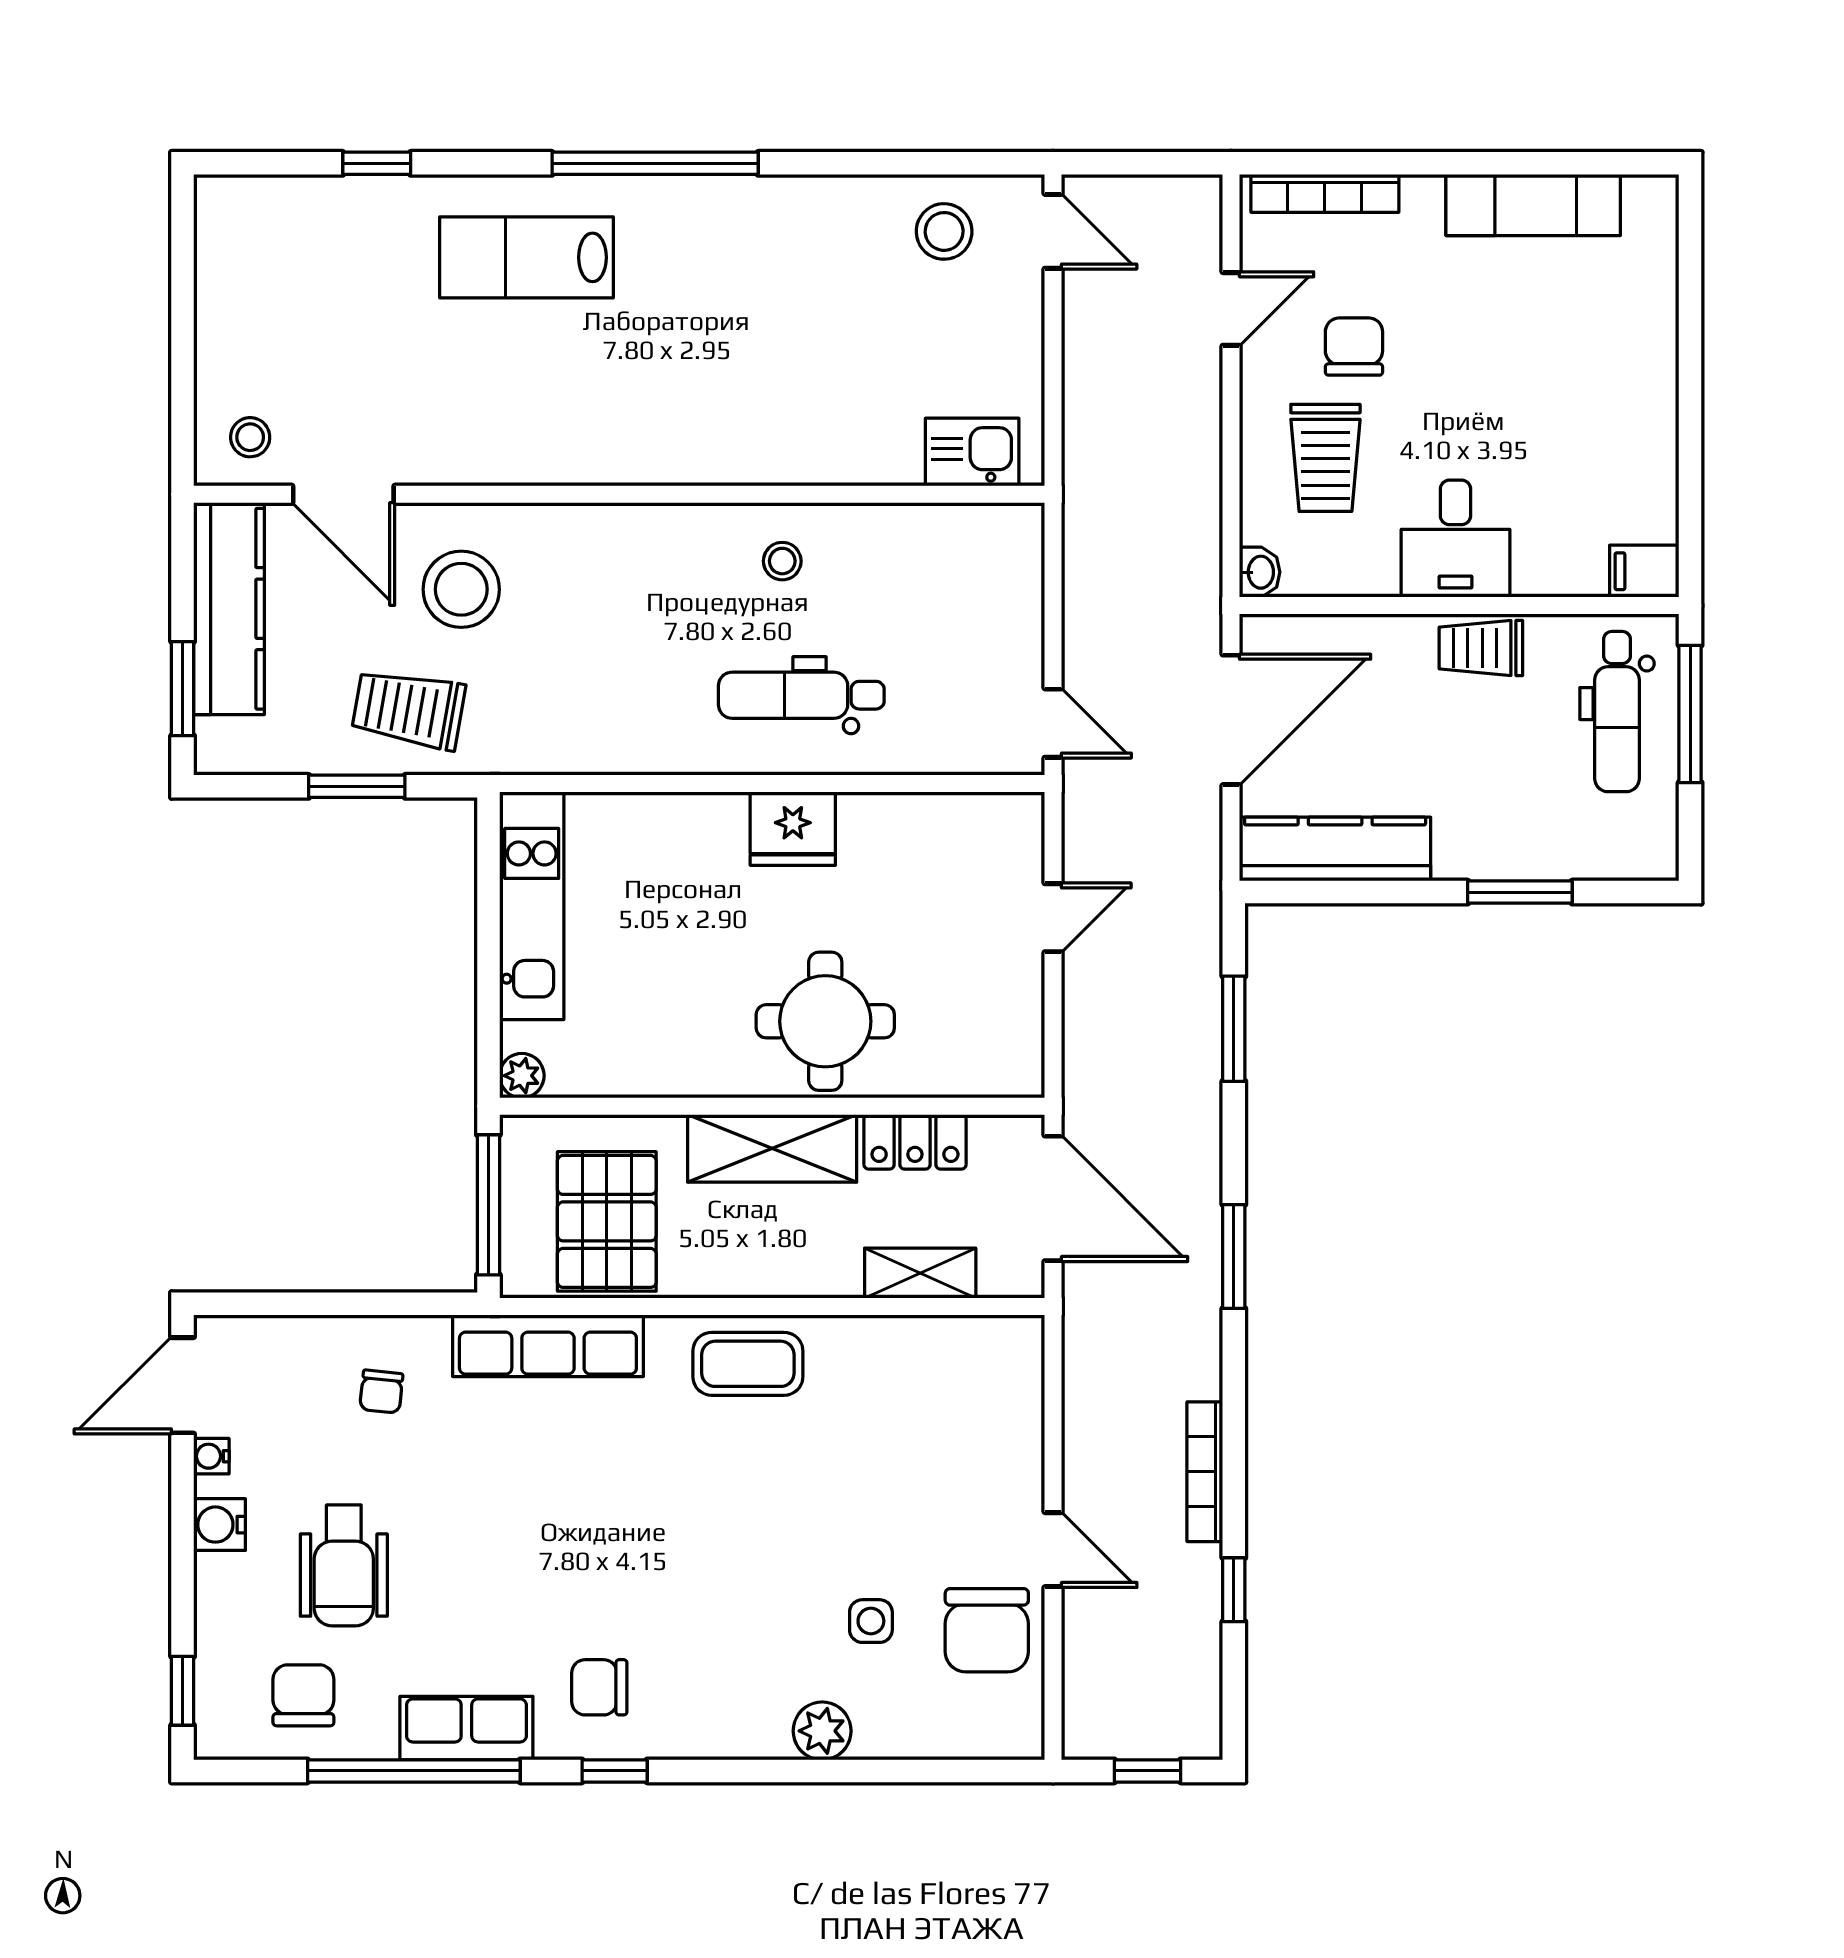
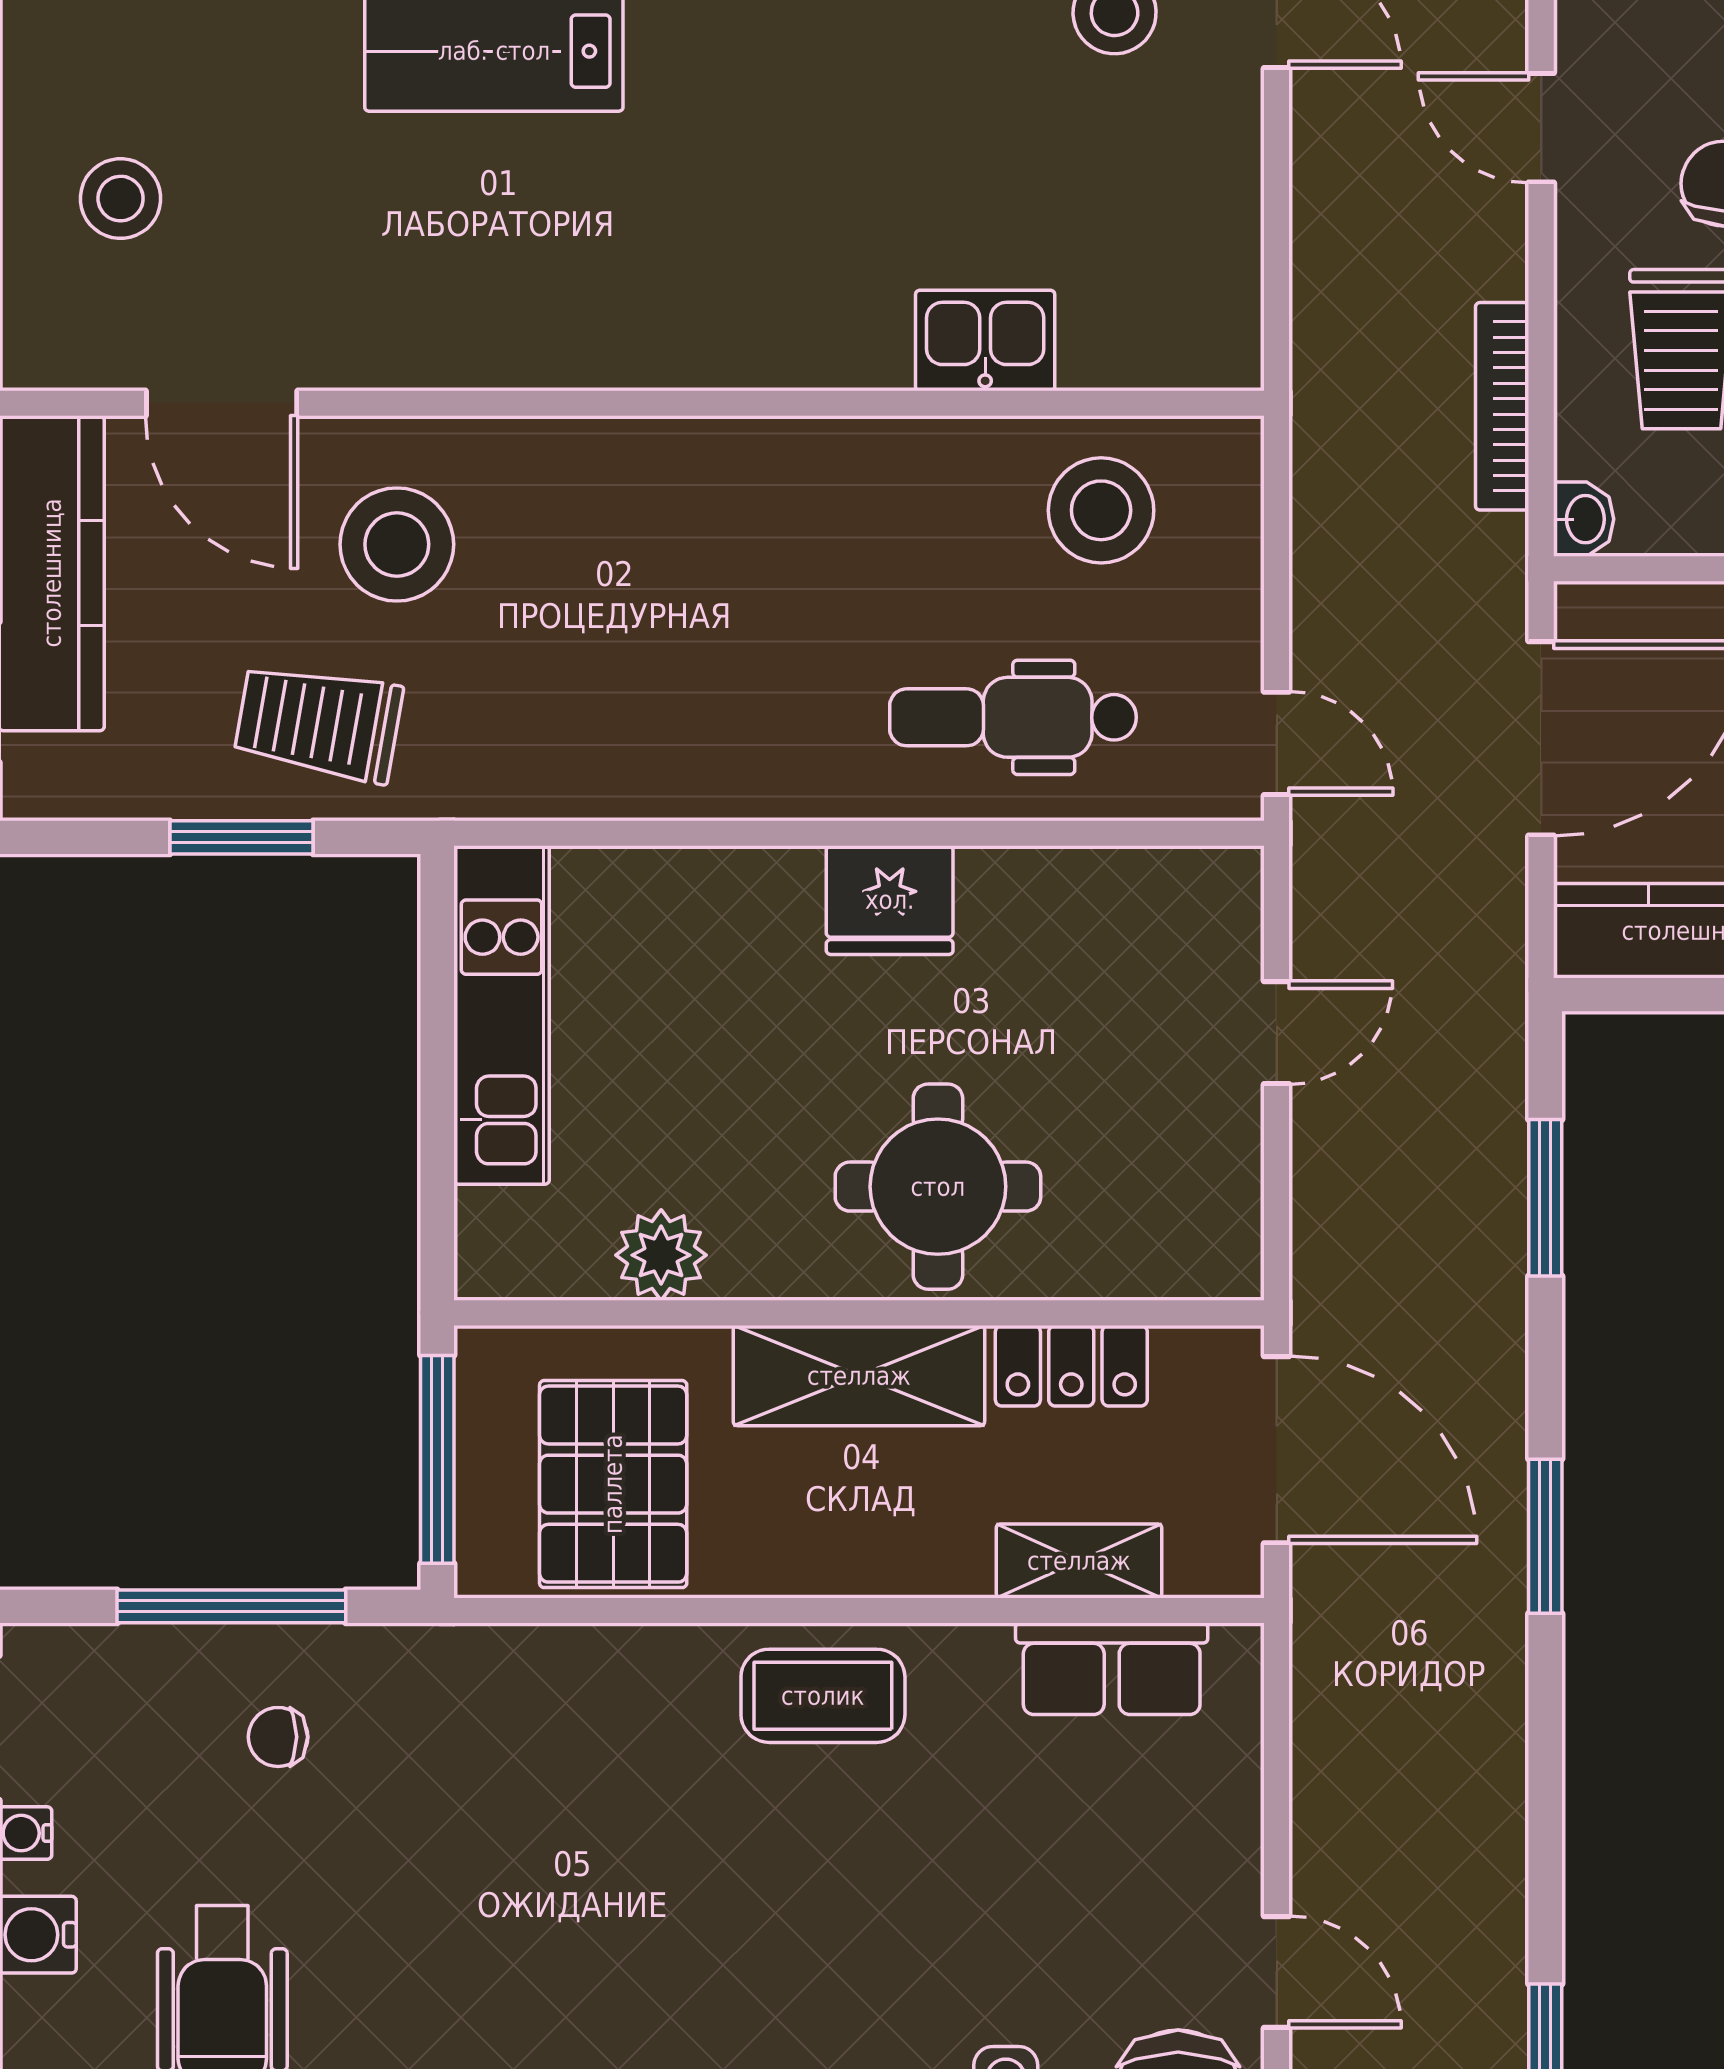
door: (1231, 309) -> (1541, 128), swing flipped
stool: (250, 437) -> (121, 199), moved, width x1.37, depth x1.37
kitchen sink: (972, 452) -> (985, 341), moved
stool: (782, 561) -> (1101, 510), moved, width x1.89, depth x1.89
dental chair: (801, 695) -> (1013, 717), moved
plant: (522, 1076) -> (661, 1255), moved, width x1.38, depth x1.38
window: (350, 1304) -> (231, 1606), added
row of seats: (548, 1346) -> (1112, 1669), moved, width x0.68
chair: (381, 1392) -> (278, 1737), turned 84
bookcase: (1205, 1472) -> (1502, 406), moved

